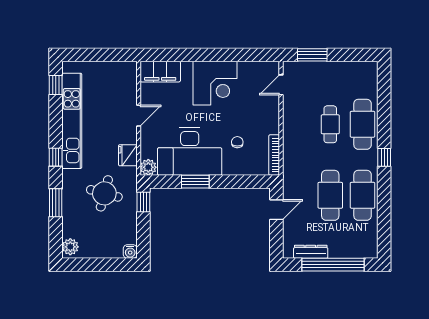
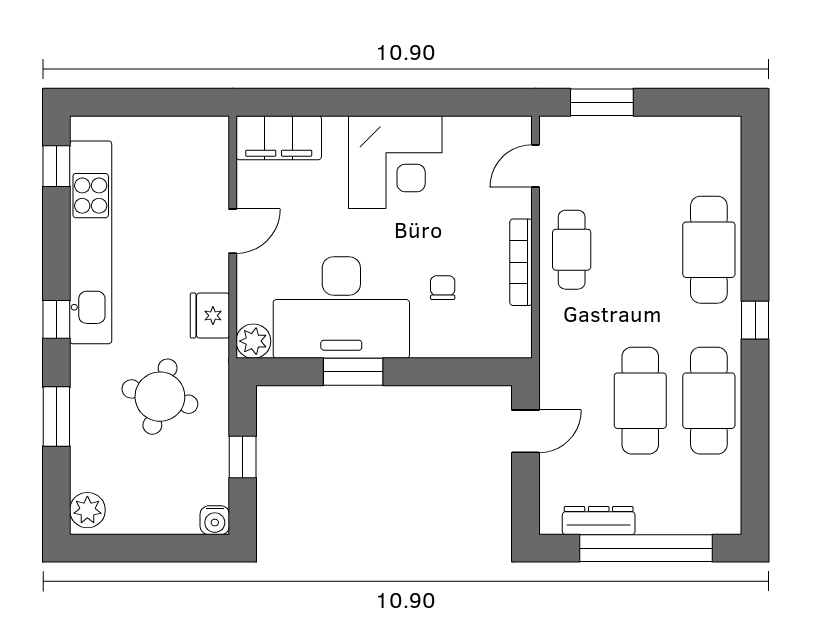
cafe table: (330, 124) -> (572, 250), moved
bookcase: (274, 155) -> (521, 262), moved
window: (143, 202) -> (243, 457), moved

